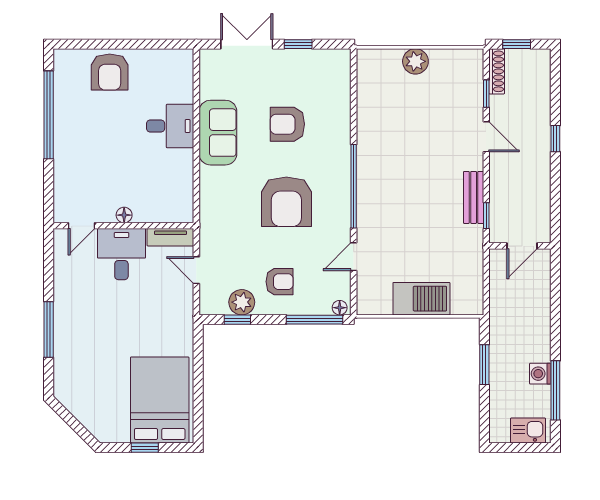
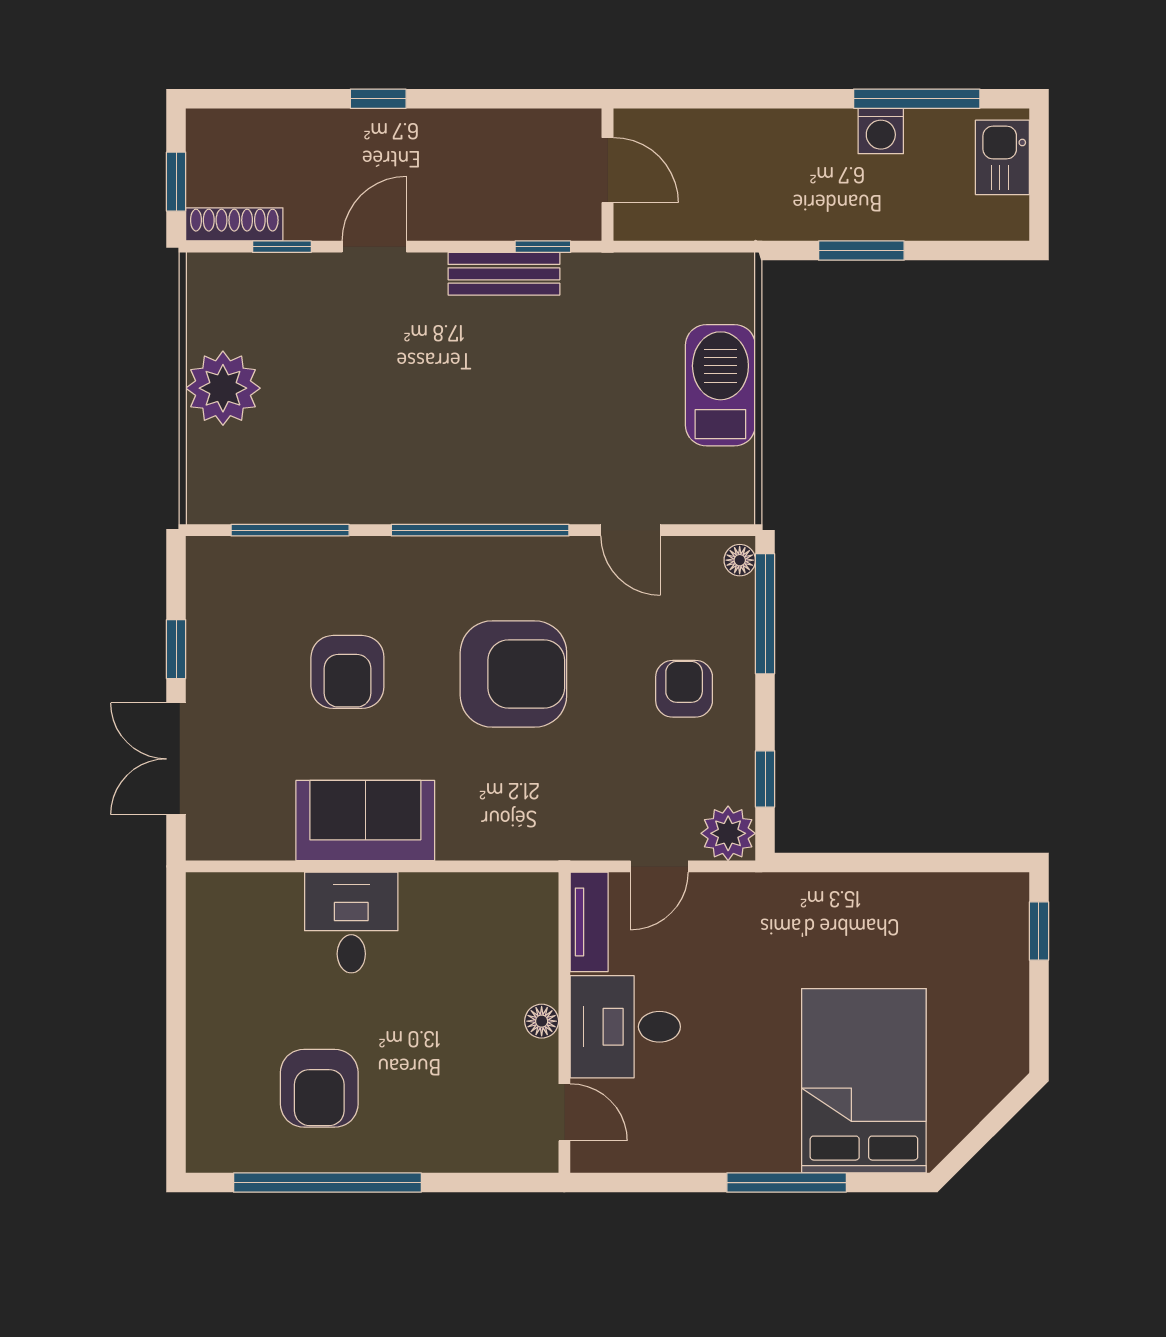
plant: (415, 61) -> (223, 388), width x1.36, depth x1.36
armchair: (110, 72) -> (319, 1088), moved, turned 90
window: (354, 97) -> (290, 530), added
plant: (242, 302) -> (728, 833), moved
bed: (160, 400) -> (864, 1081), moved, turned 90
window: (145, 448) -> (1039, 931), moved

